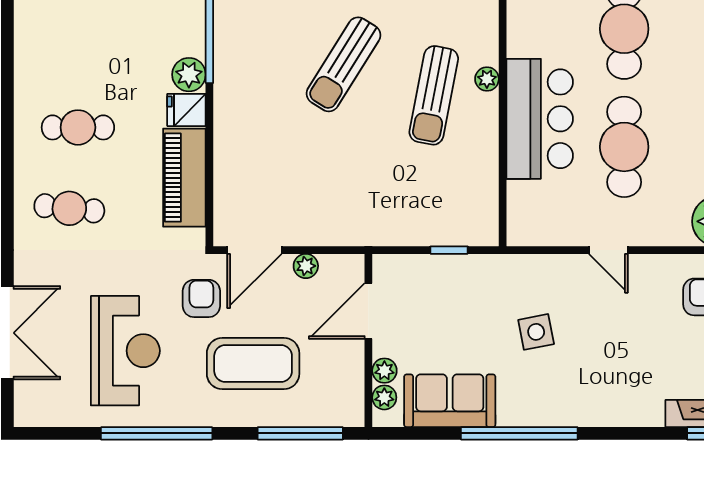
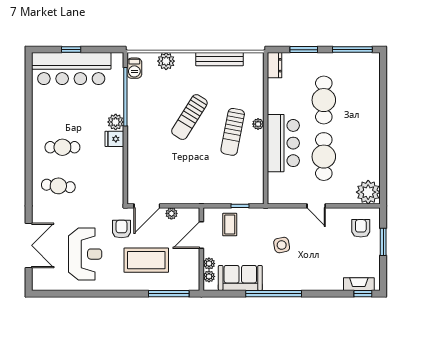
piano: (184, 178) -> (113, 171), removed
coffee table: (428, 289) -> (230, 225), added
window: (157, 433) -> (100, 294), removed

